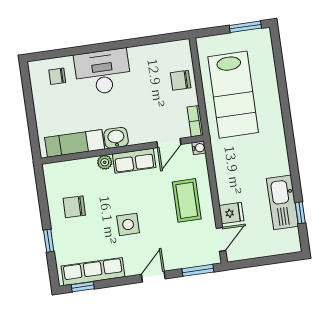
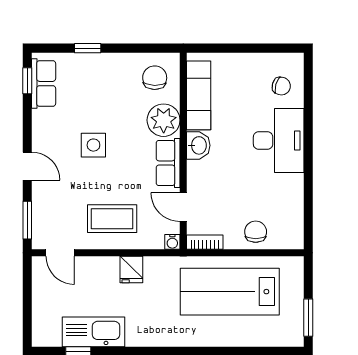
chair: (57, 76) -> (281, 86), turned 106
plant: (105, 162) -> (164, 120), width x1.87, depth x1.87
chair: (74, 207) -> (155, 78), moved
fridge: (231, 213) -> (131, 270), moved
row of seats: (93, 271) -> (44, 84), width x0.68

